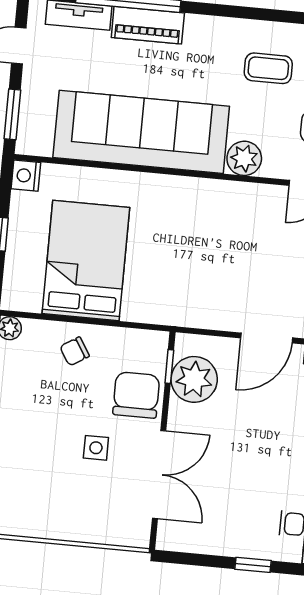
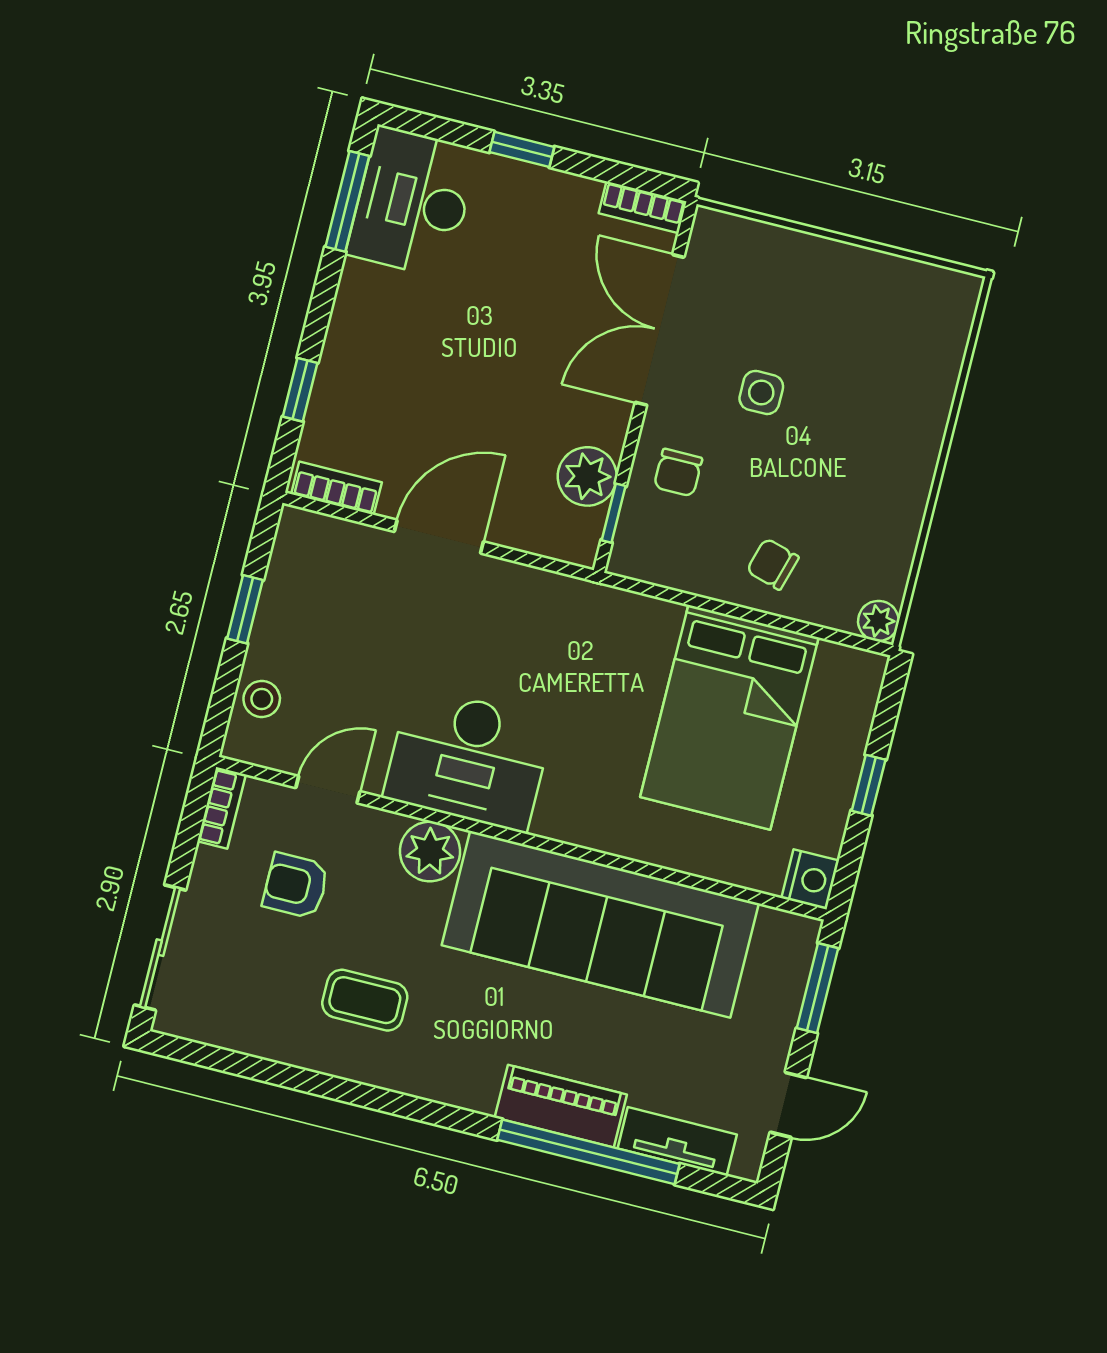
desk: (230, 214) -> (468, 759), added
chair: (75, 351) -> (773, 564), turned -132
plant: (194, 379) -> (587, 476), width x0.73, depth x0.73
chair: (136, 395) -> (678, 473), width x0.54, depth x0.54
bookcase: (179, 543) -> (643, 207), added

